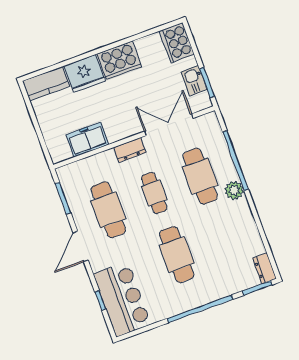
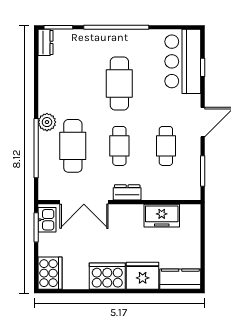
kitchen sink: (194, 81) -> (47, 220), moved
cafe table: (108, 210) -> (166, 146), width x0.73, depth x0.74

